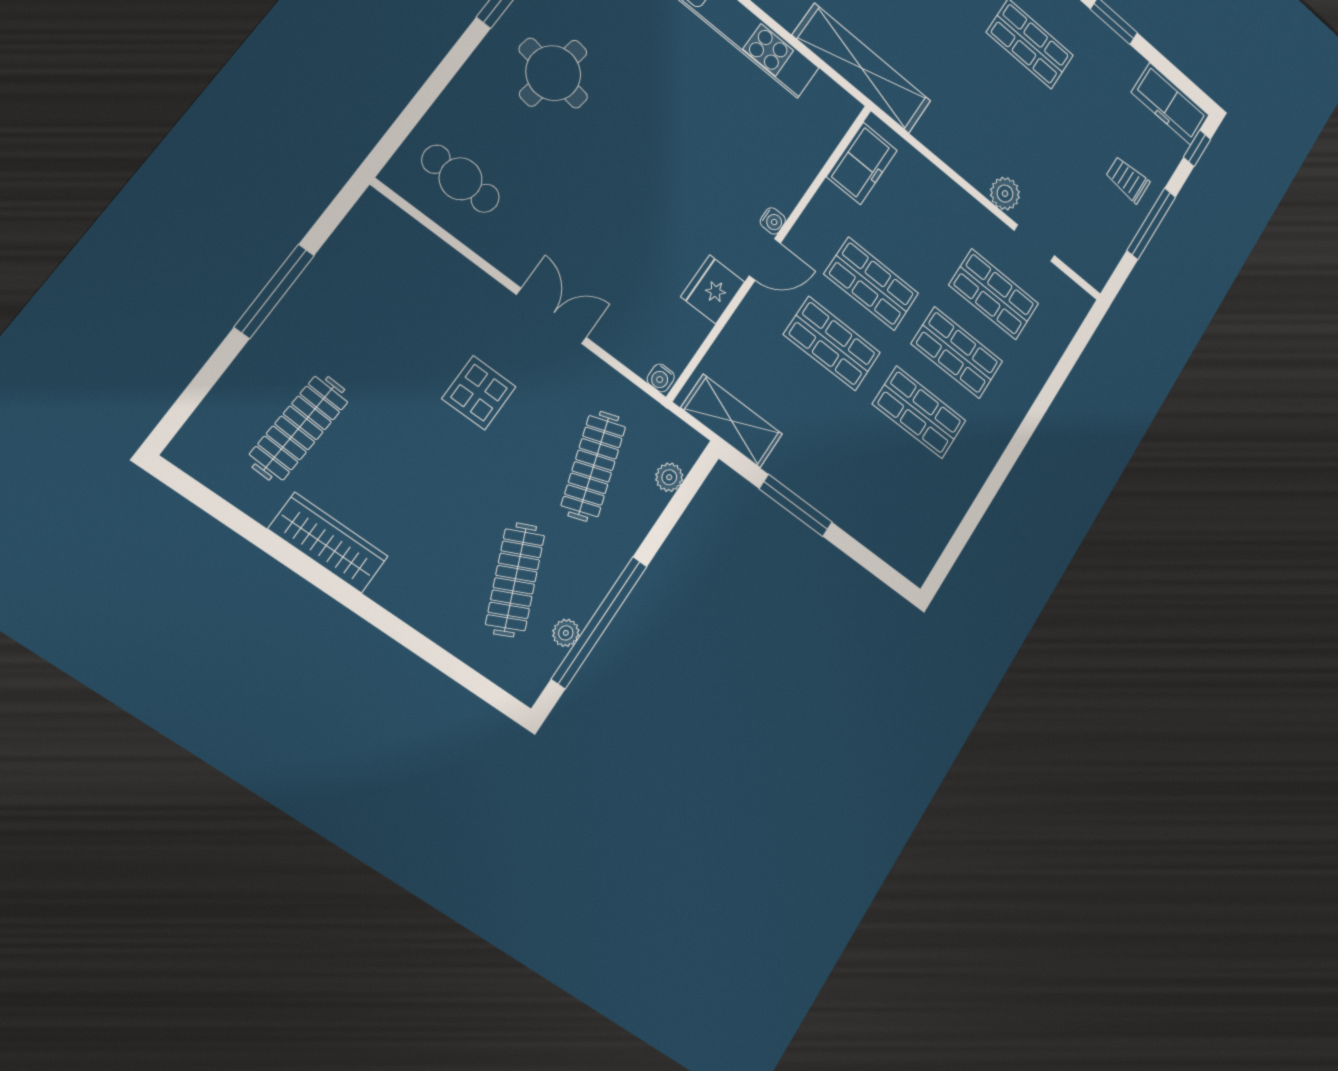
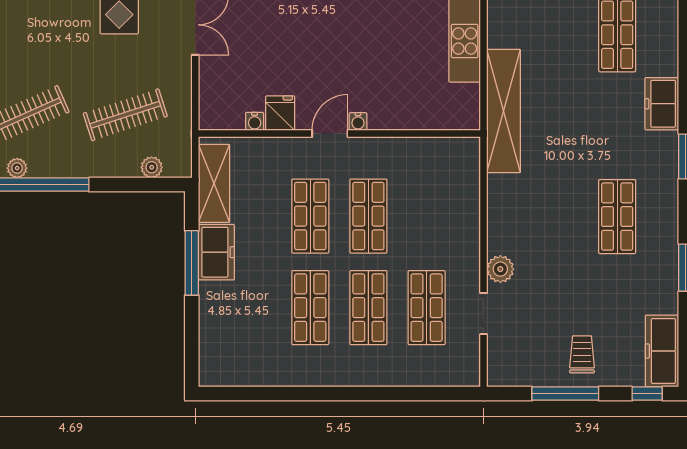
freezer: (862, 163) -> (216, 252), moved, turned -90
door: (765, 259) -> (330, 134), swing flipped
fridge: (713, 289) -> (280, 113), width x0.72
water cooler: (661, 378) -> (255, 121), moved, turned -90

